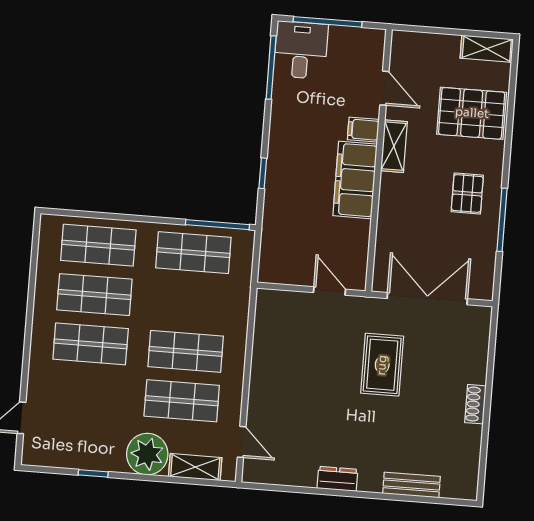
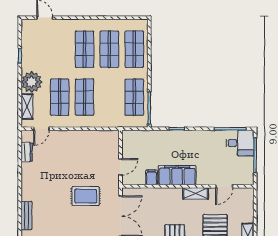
filing cabinet: (363, 130) -> (151, 177), moved
dresser: (337, 479) -> (27, 152), moved

